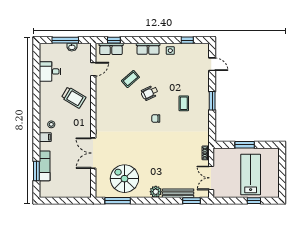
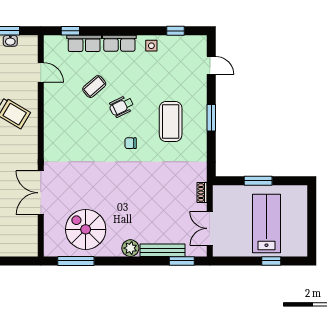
row of seats: (111, 49) -> (84, 43), moved
door: (93, 69) -> (41, 72), hinge flipped
coffee table: (184, 103) -> (171, 121), width x1.86, depth x1.72

